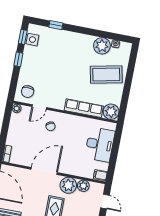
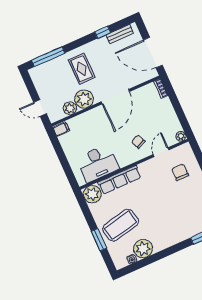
window: (130, 75) -> (99, 240), added
chair: (28, 92) -> (180, 172), moved
desk: (100, 144) -> (98, 163), moved, turned -90

